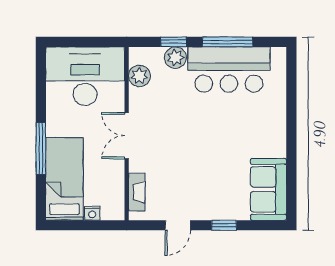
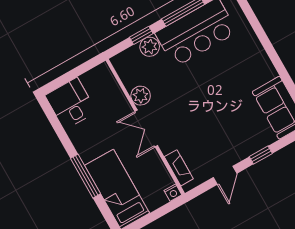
desk: (85, 76) -> (71, 104), width x0.53, depth x0.77
plant: (139, 76) -> (141, 96), moved
nightstand: (92, 213) -> (173, 193), moved

